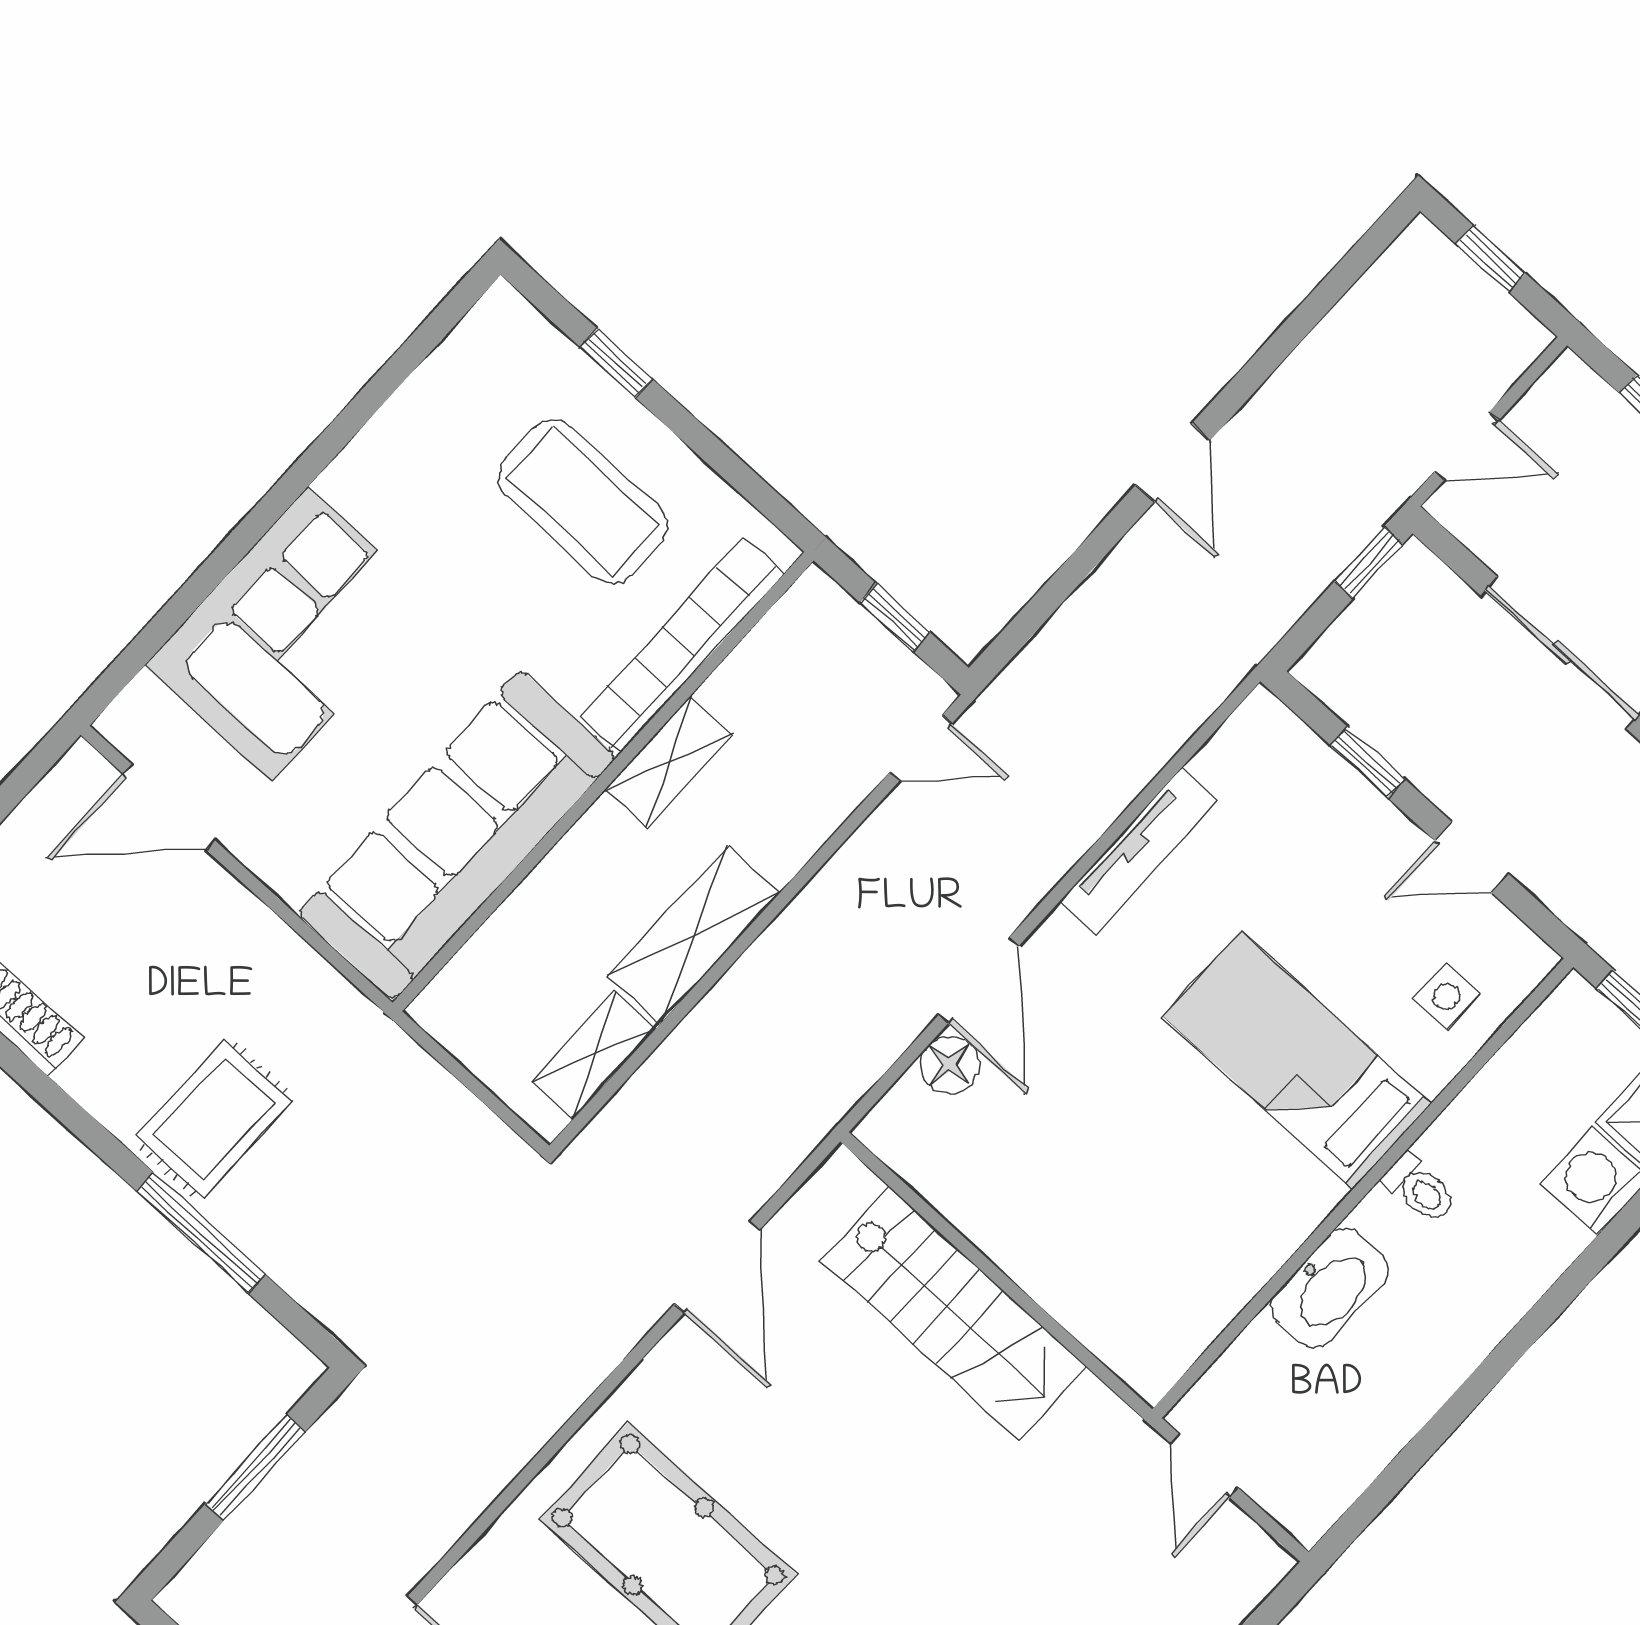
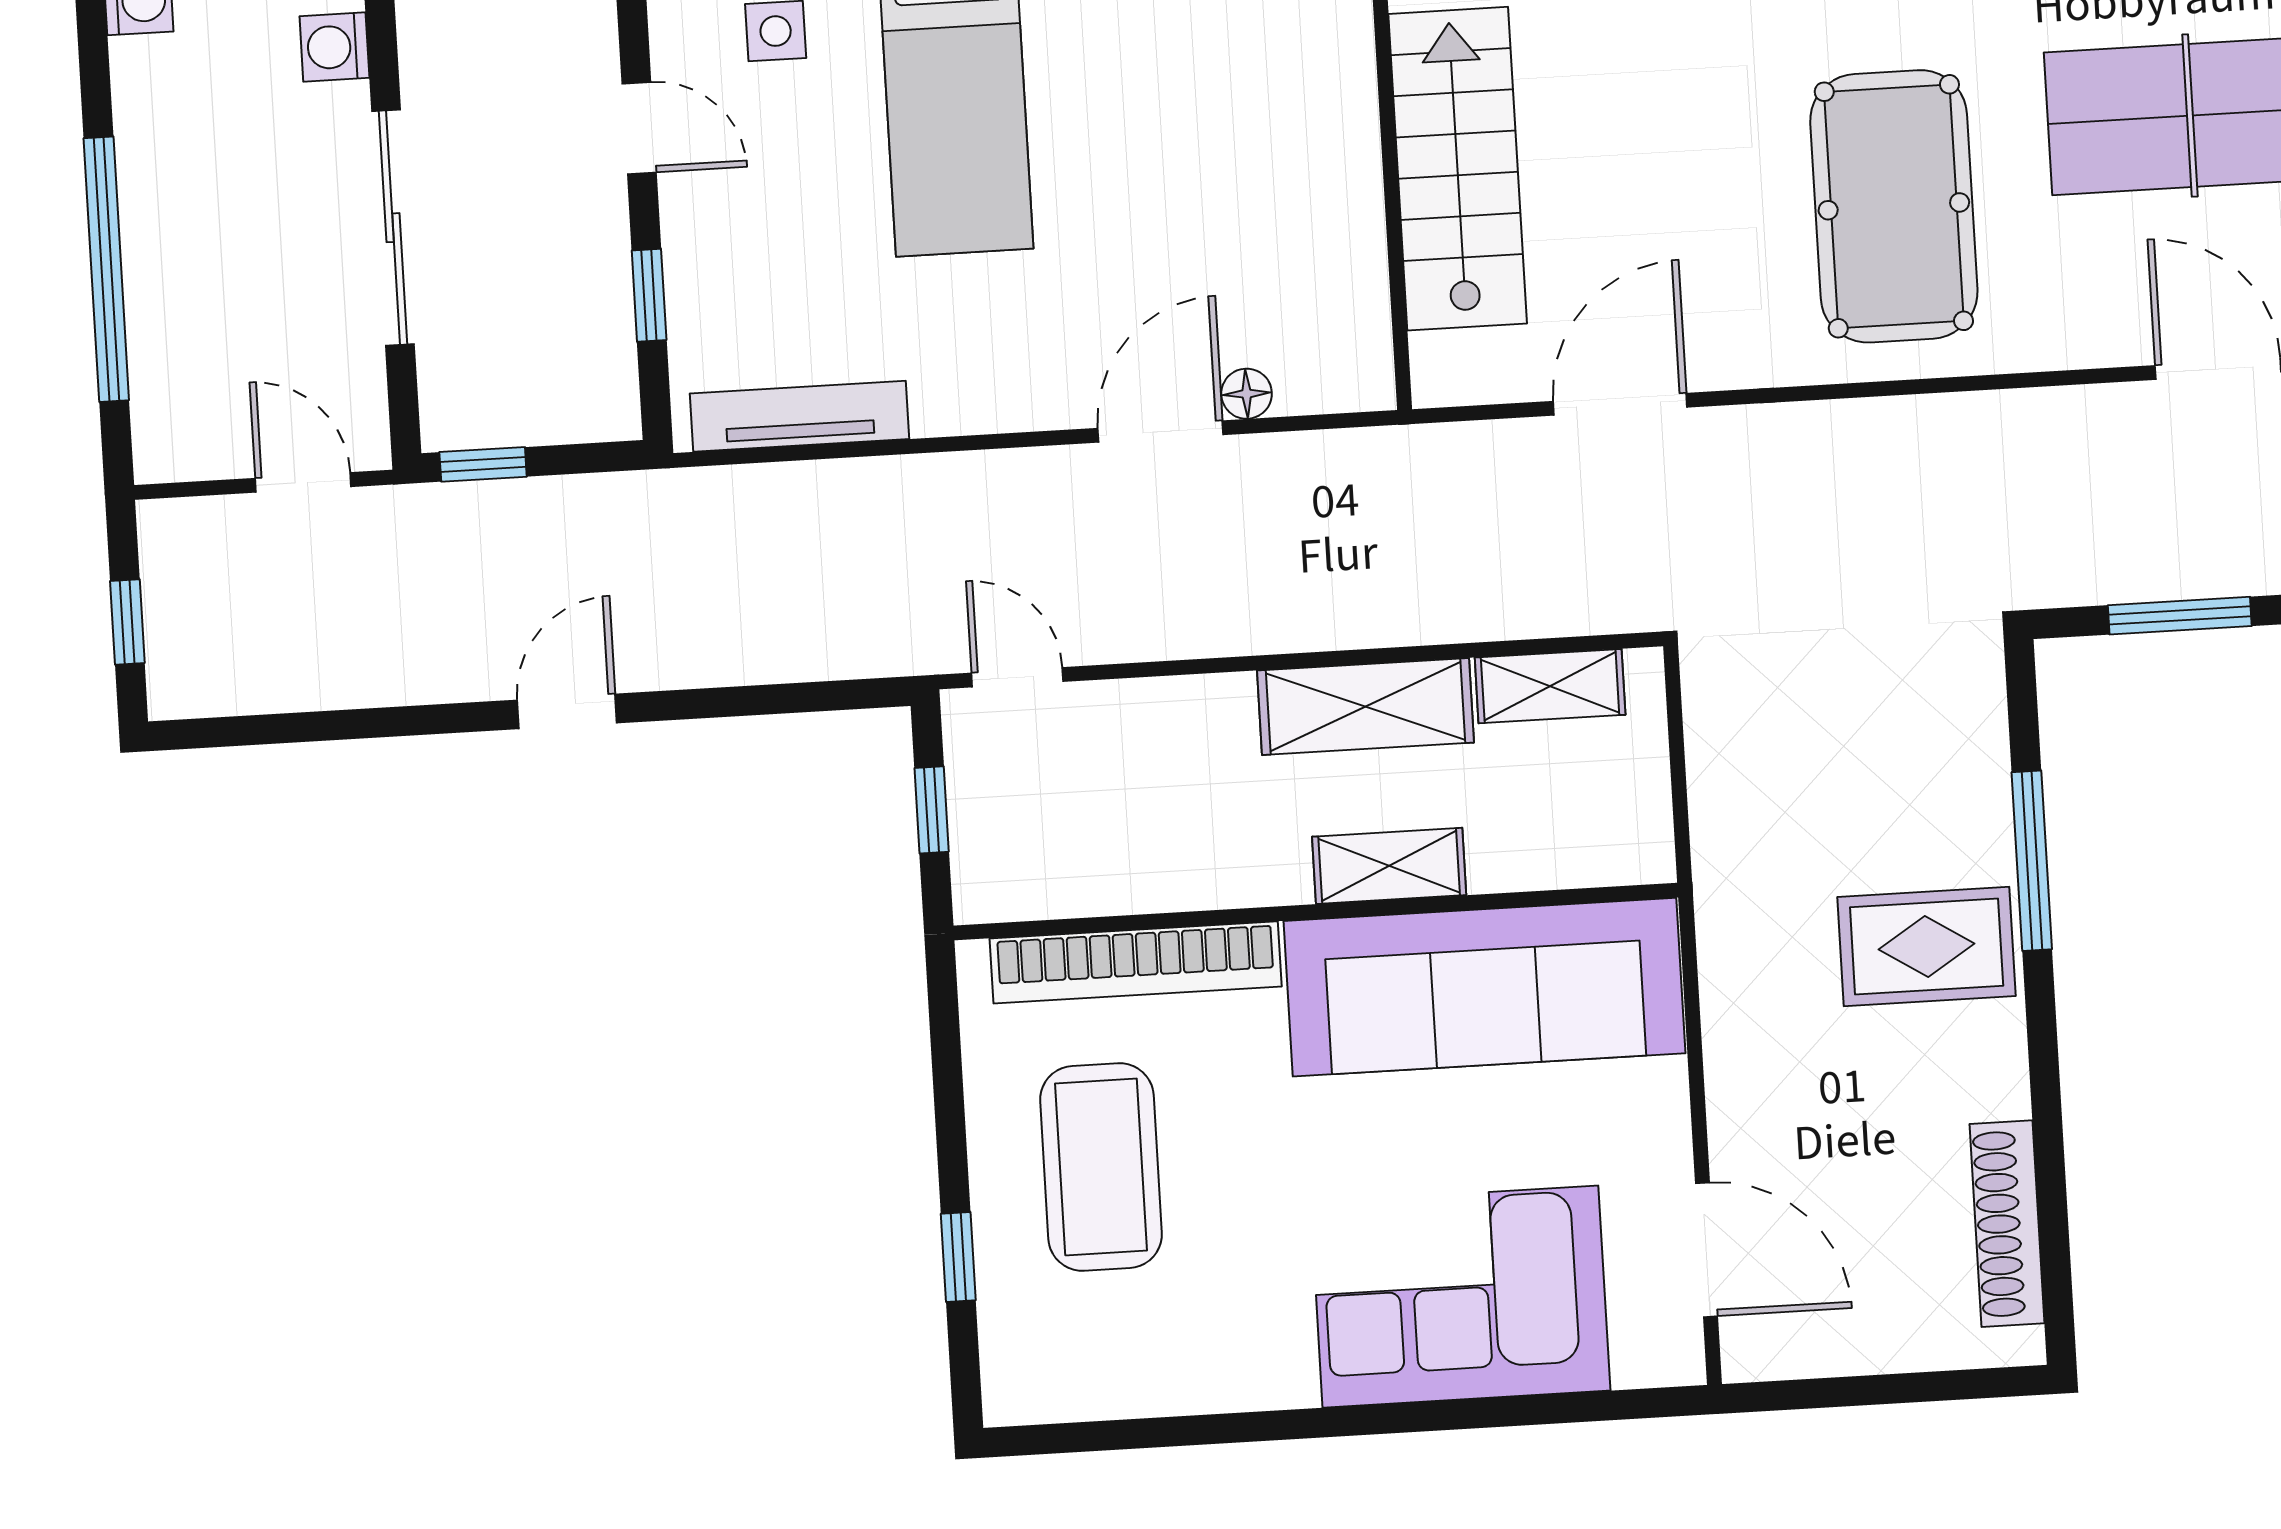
shelving: (668, 762) -> (1389, 866), moved
tv unit: (1139, 851) -> (799, 416), moved
floor lamp: (950, 1065) -> (1247, 394), width x0.73, depth x0.73

